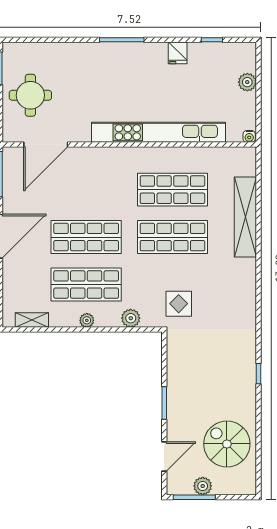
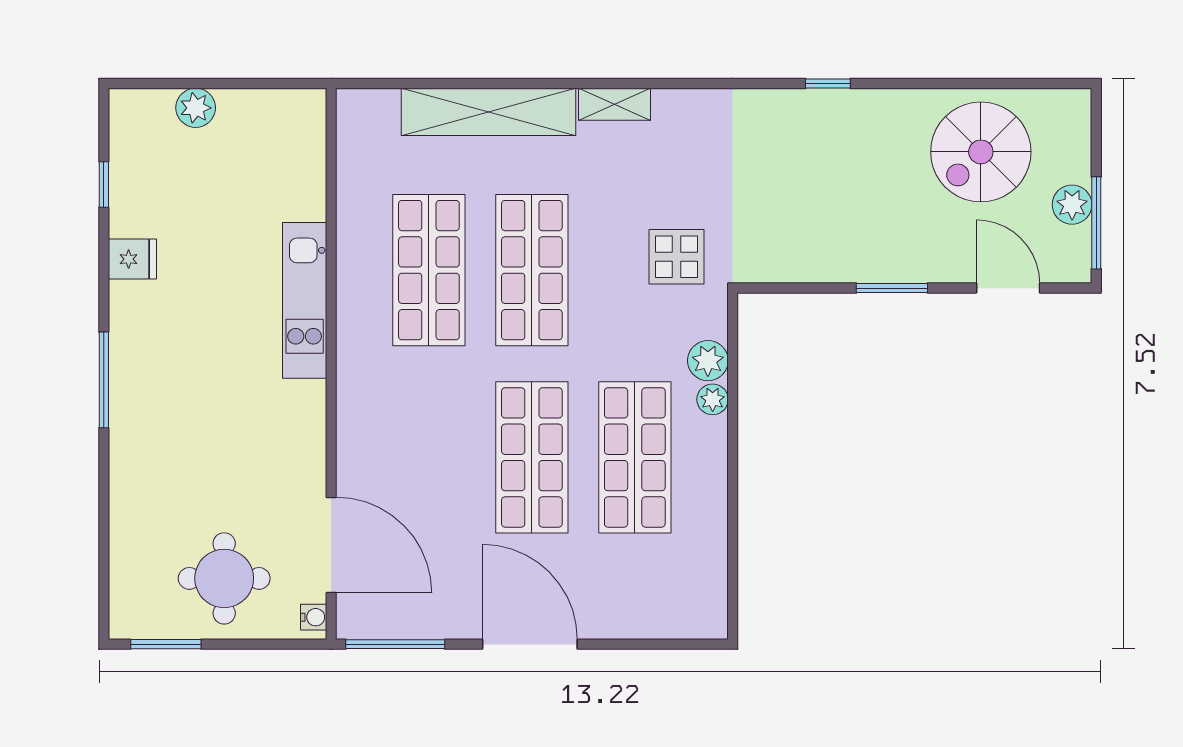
kitchen unit: (159, 132) -> (305, 300), width x0.54
water cooler: (249, 136) -> (314, 617), moved
shelving: (32, 320) -> (614, 104), moved, turned 90
plant: (87, 320) -> (713, 399), moved

